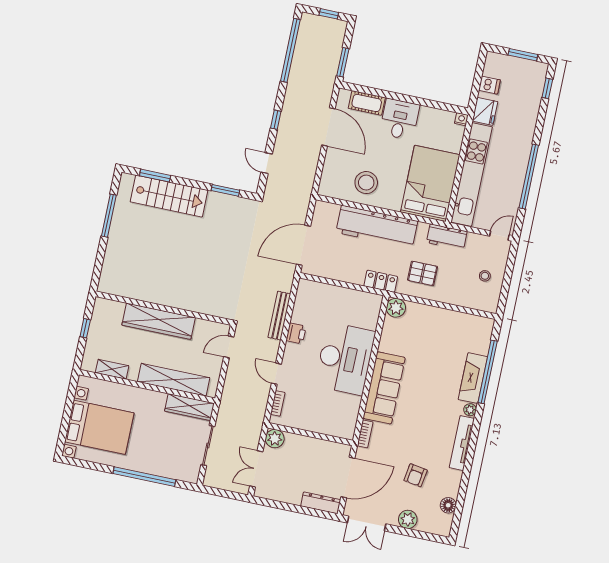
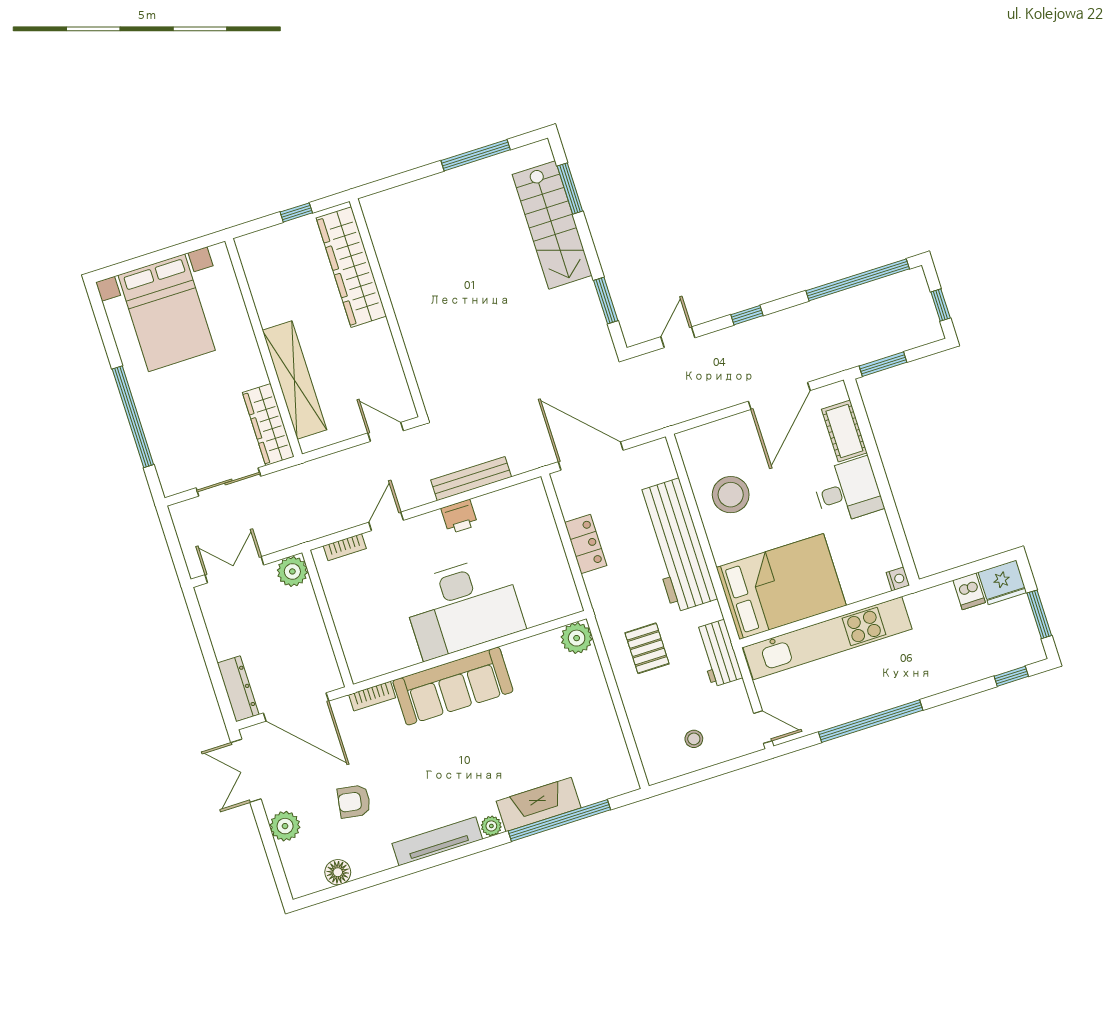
fridge: (485, 111) -> (1002, 582), moved
locker: (381, 281) -> (586, 544), moved
wardrobe: (159, 321) -> (351, 267), moved
shelving: (112, 369) -> (260, 284), removed

